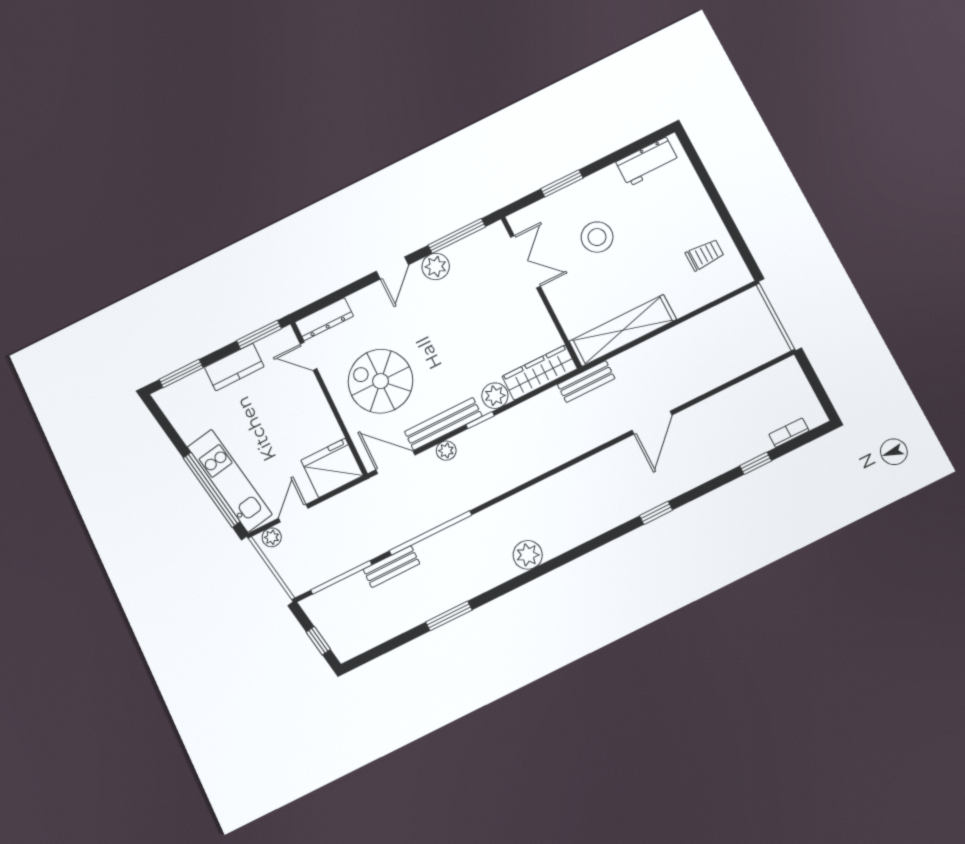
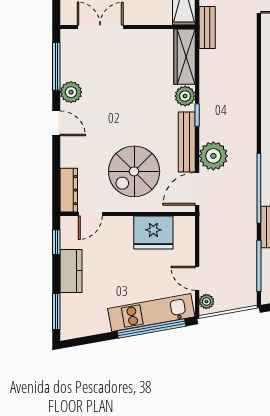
window: (259, 335) -> (56, 242), width x0.67
plant: (446, 451) -> (213, 156), width x1.88, depth x1.88
fridge: (332, 468) -> (153, 233), moved, turned -90

